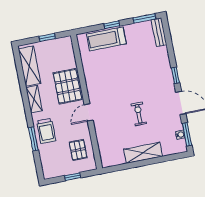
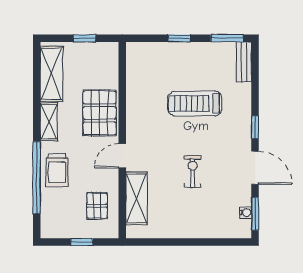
treadmill: (106, 39) -> (195, 103), moved
window: (33, 139) -> (37, 178), width x2.11
shelving: (143, 153) -> (136, 198), moved, turned 90

